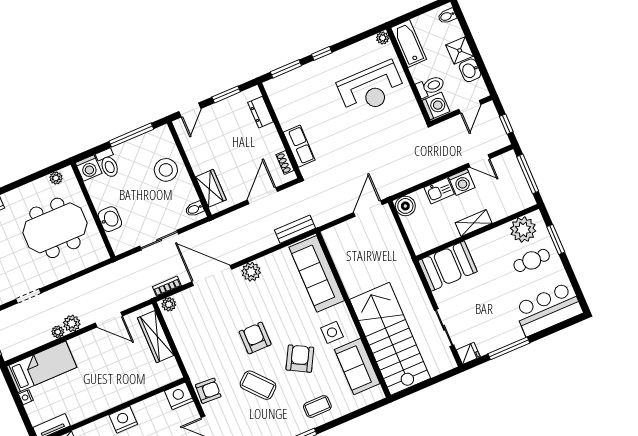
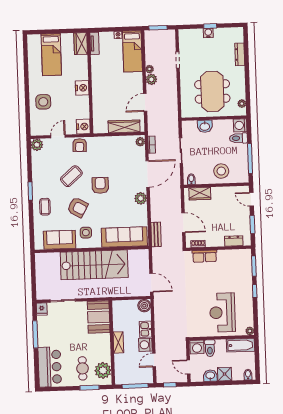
armchair: (255, 338) -> (100, 185), turned -90
stairs: (390, 339) -> (94, 265), moved

